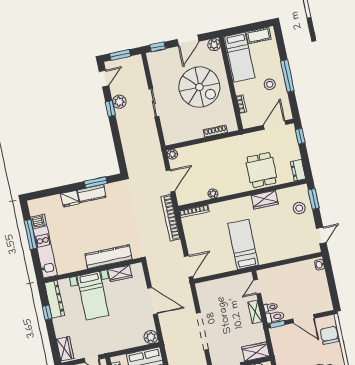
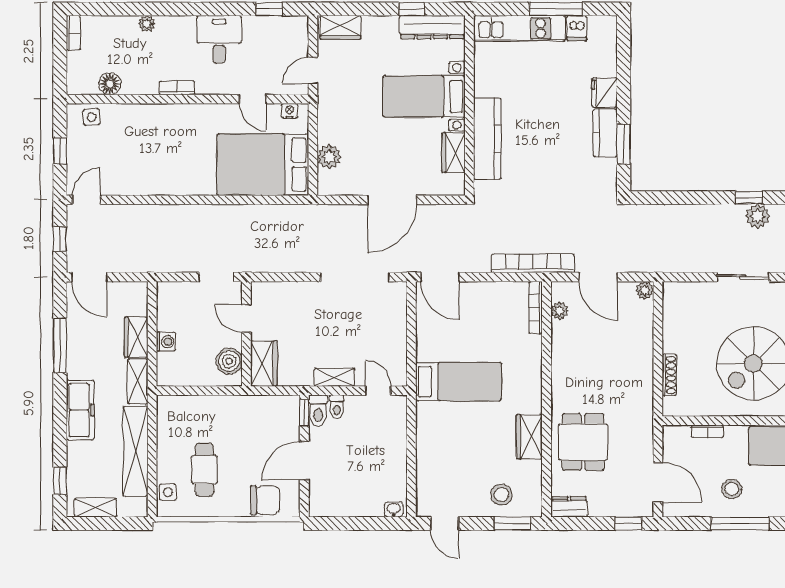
dining table: (261, 170) -> (583, 442), turned 90
plant: (213, 194) -> (559, 311), moved
doorway: (202, 331) -> (355, 277), moved
plant: (151, 337) -> (329, 157), moved

